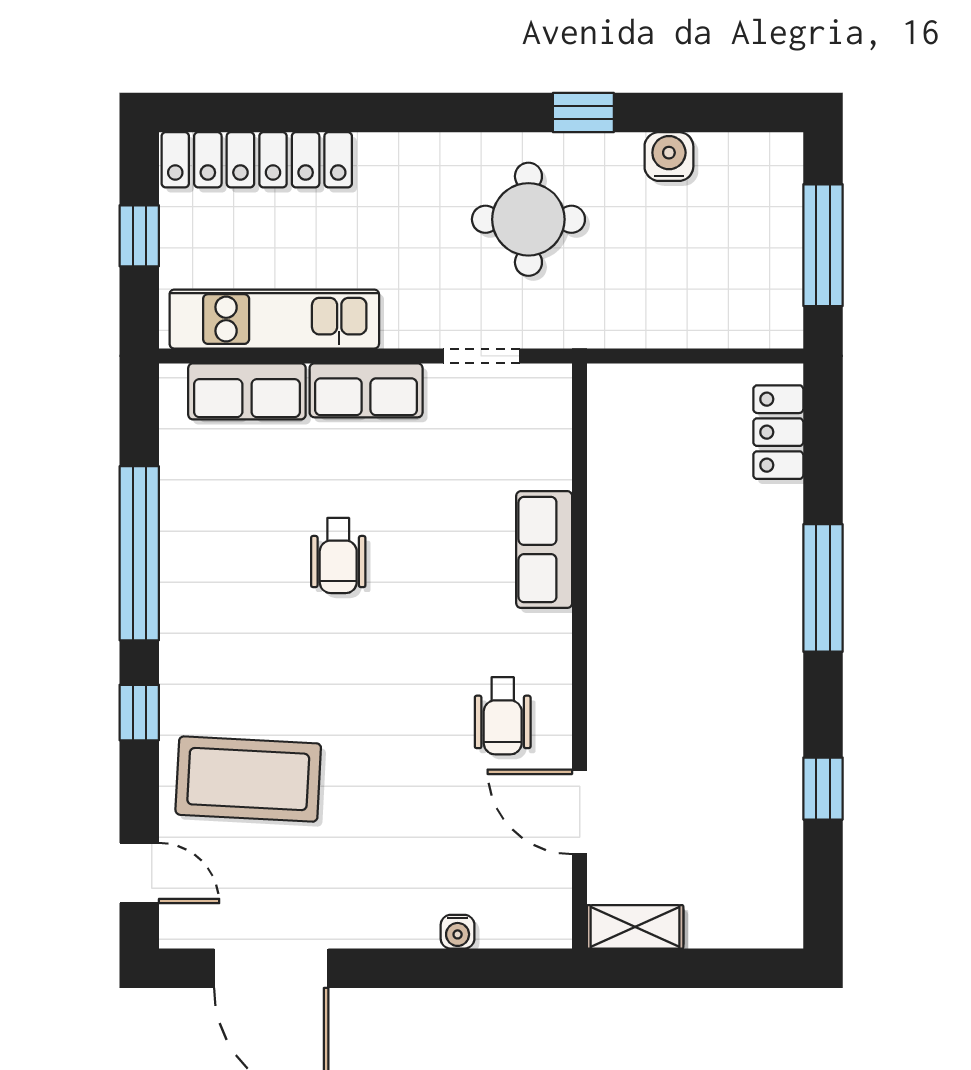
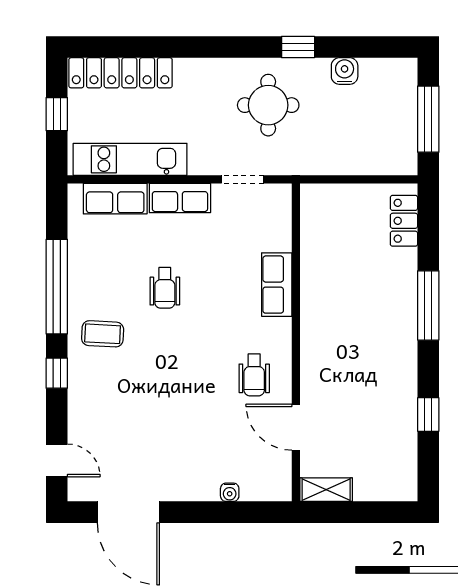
coffee table: (248, 779) -> (103, 334), moved, width x0.54, depth x0.58

